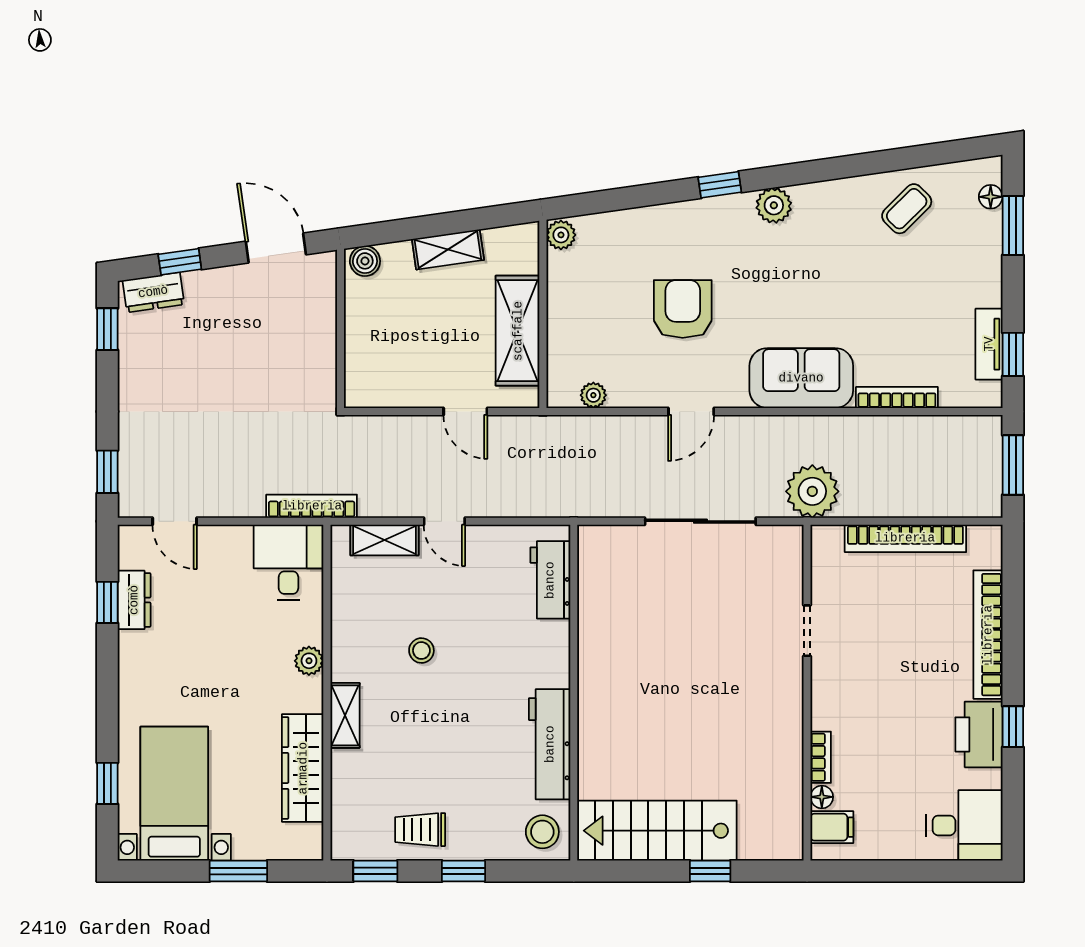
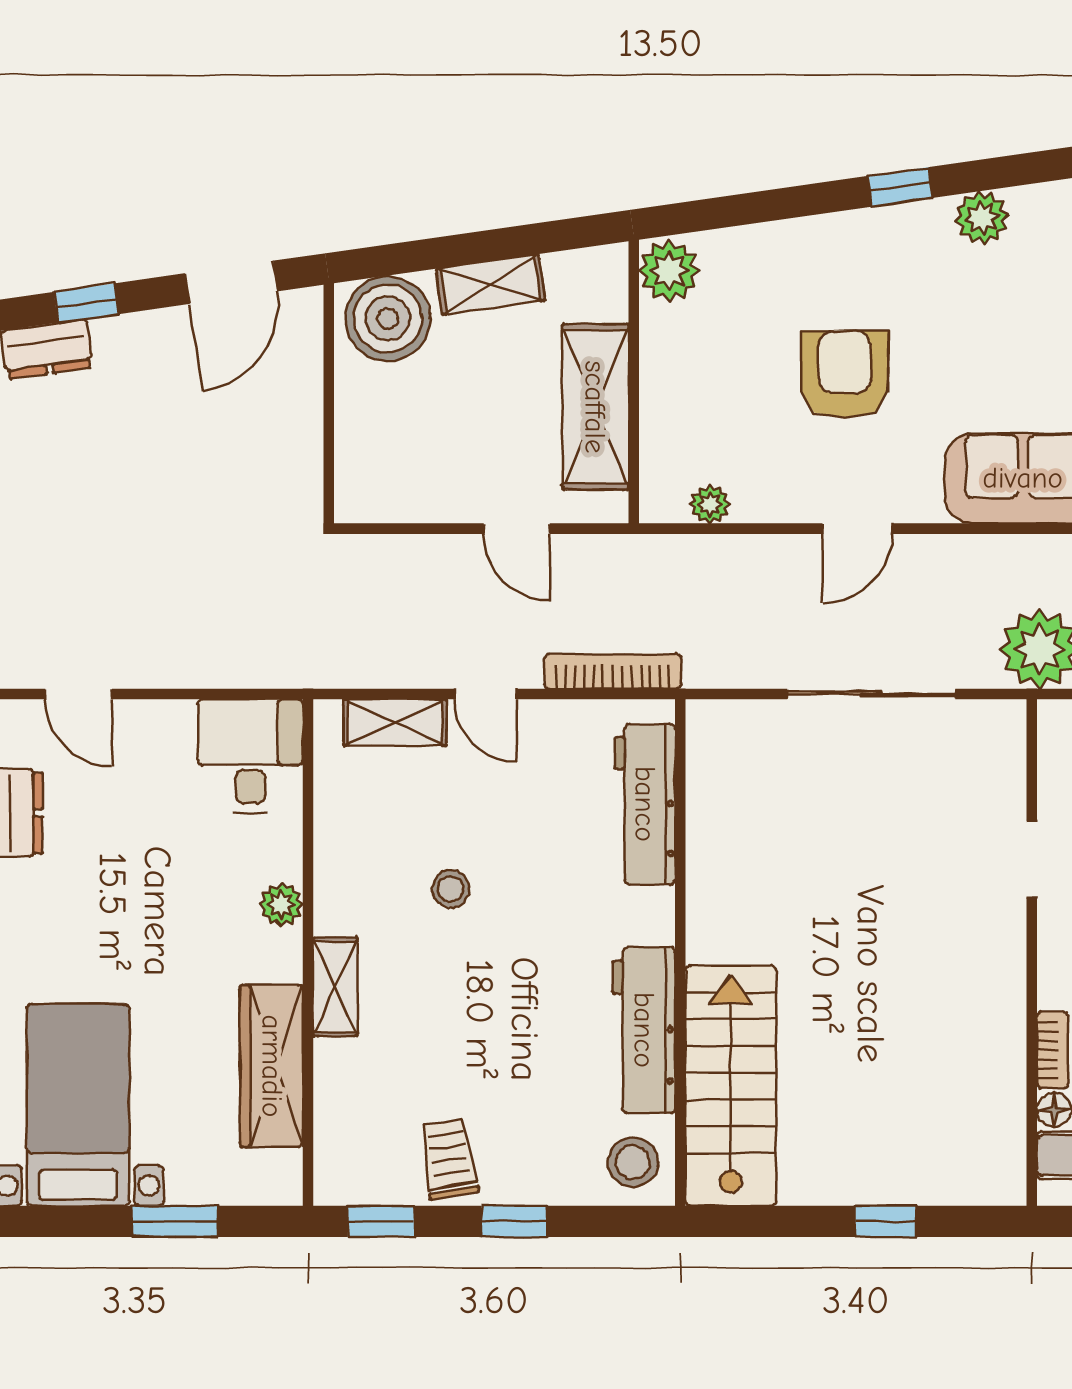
plant: (561, 235) -> (669, 271), width x1.38, depth x1.38
door: (276, 248) -> (231, 282), swing flipped
boiler: (365, 261) -> (388, 319), width x1.86, depth x1.86
bookcase: (312, 506) -> (613, 671), moved
workbench: (550, 580) -> (645, 804), width x1.38
trolley: (420, 830) -> (449, 1159), turned 81
stairs: (657, 831) -> (731, 1086), moved, turned 90

